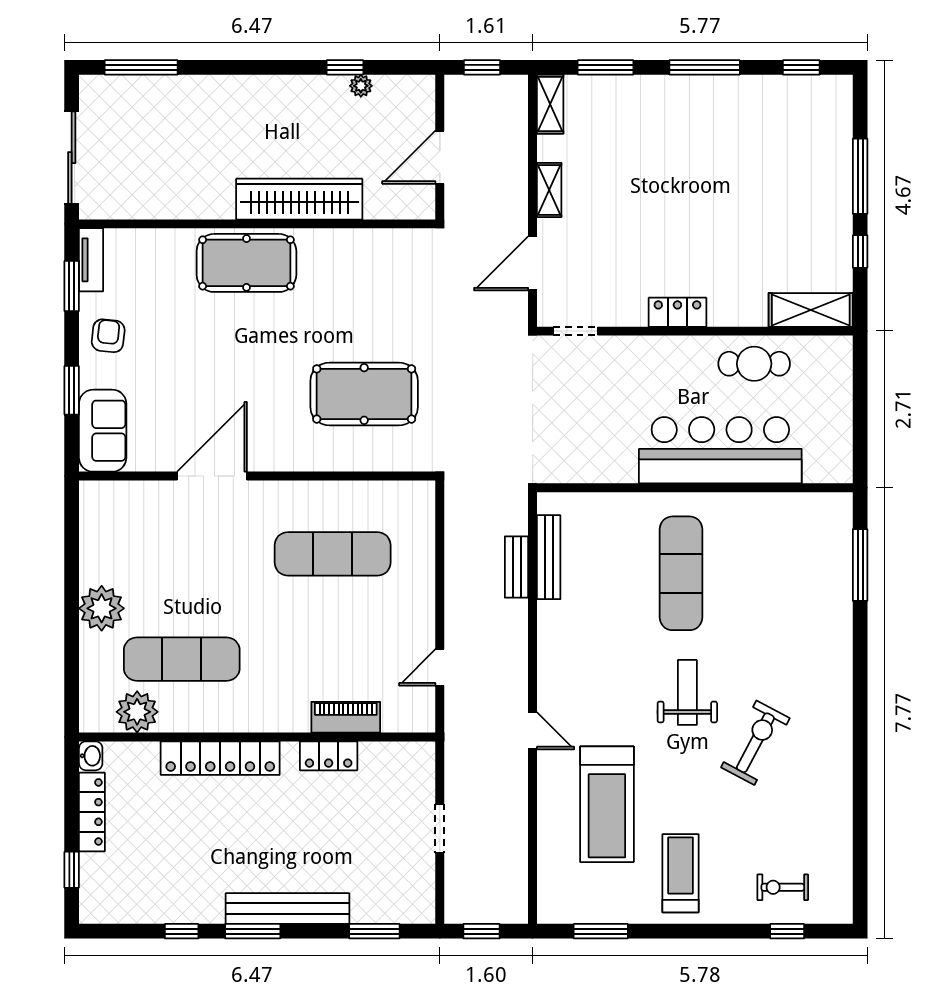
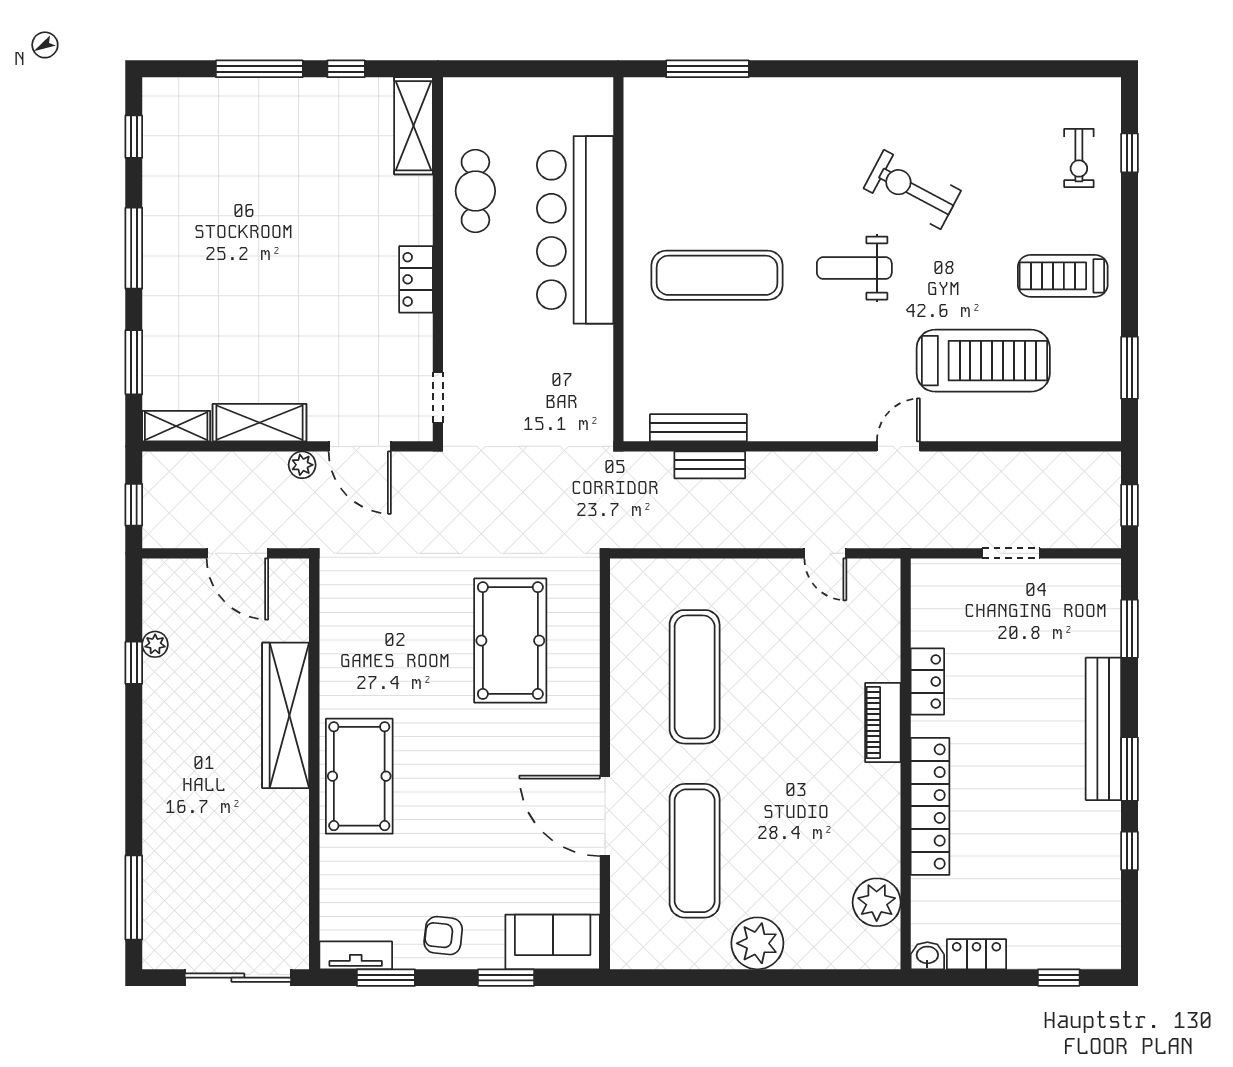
shelving: (549, 190) -> (260, 423), width x1.50, depth x1.33
plant: (517, 213) -> (302, 465), added
exercise mat: (182, 659) -> (695, 851), moved
piano: (346, 717) -> (883, 723), moved
locker: (92, 812) -> (976, 954), width x0.66

